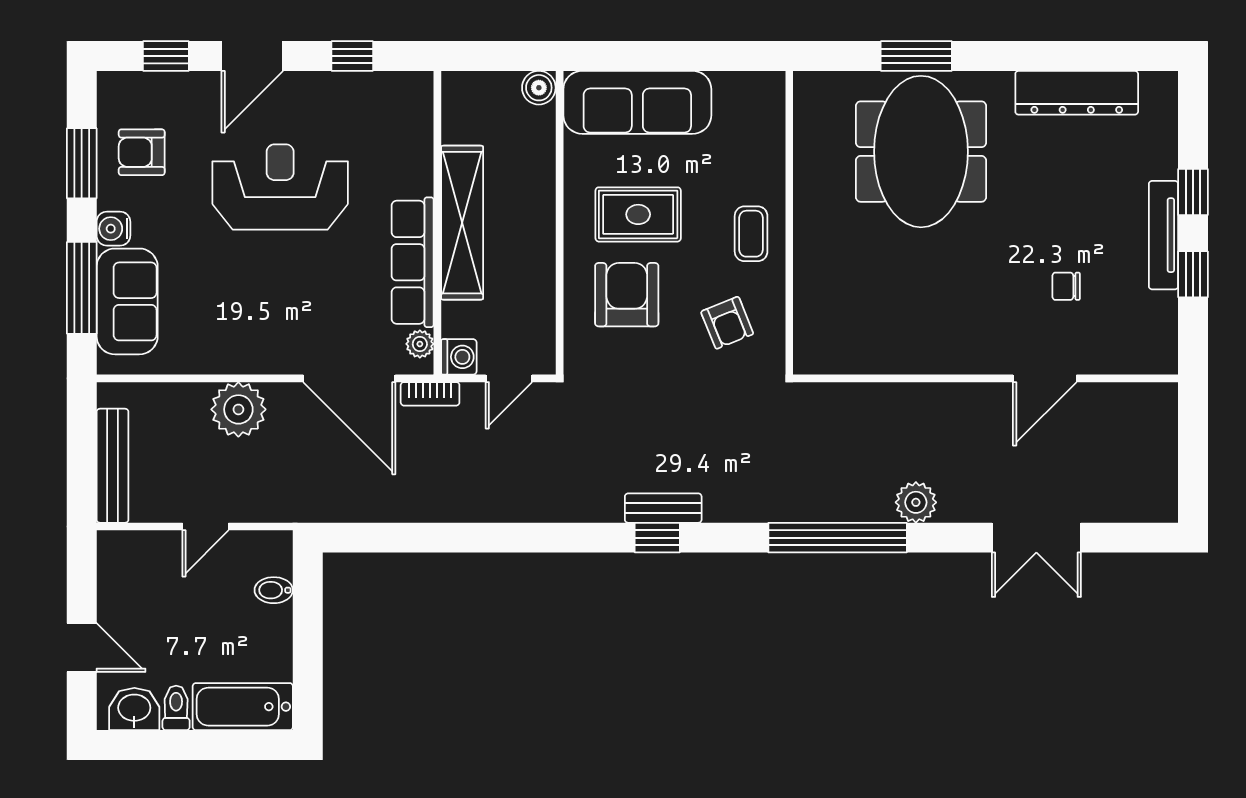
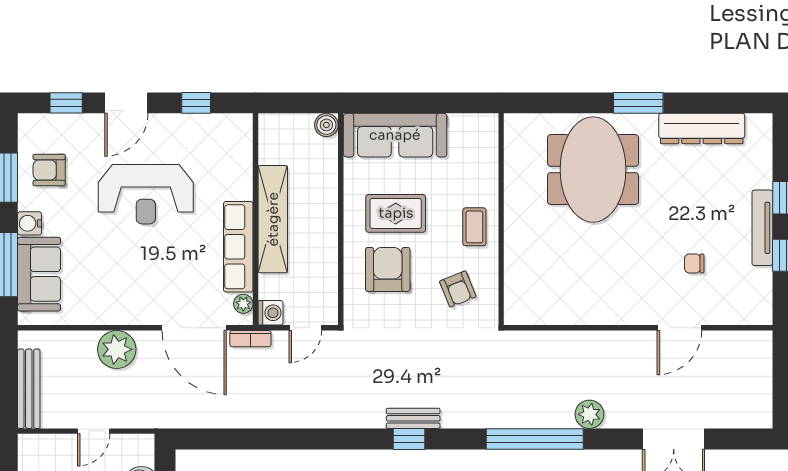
window: (916, 56) -> (638, 103), moved
reception desk: (280, 187) -> (146, 194), turned 180

